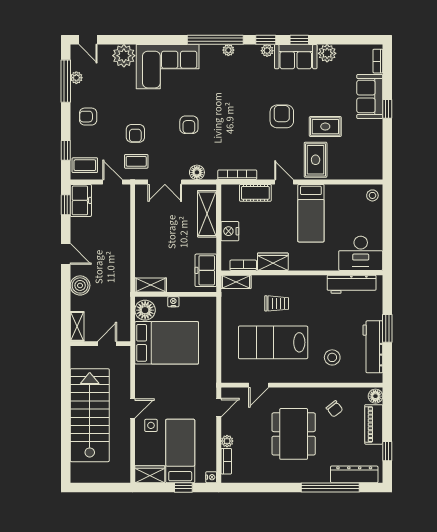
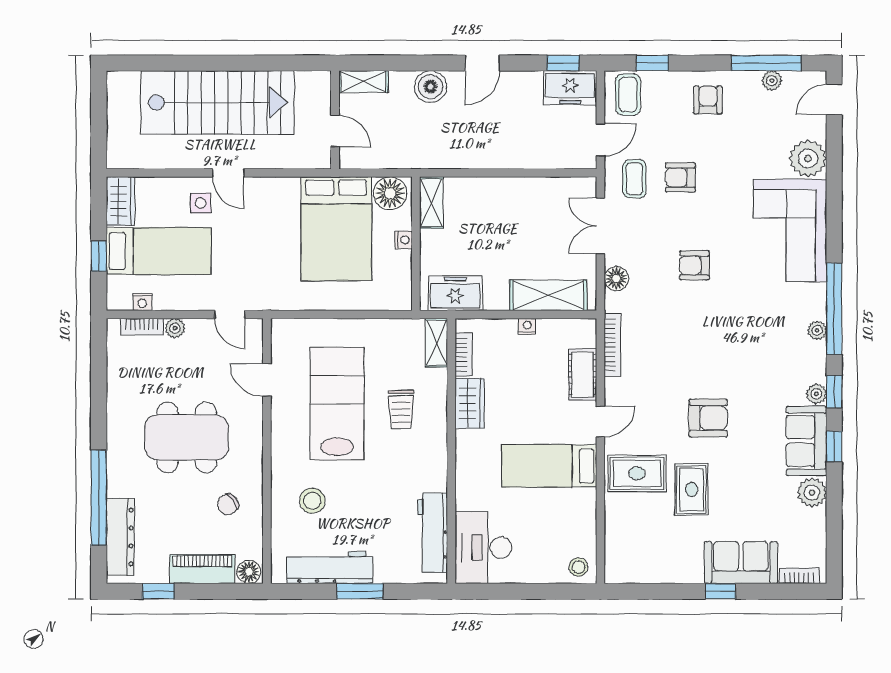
nightstand: (230, 231) -> (527, 326), width x0.53, depth x0.56
nightstand: (211, 477) -> (142, 302), moved

